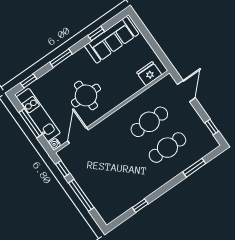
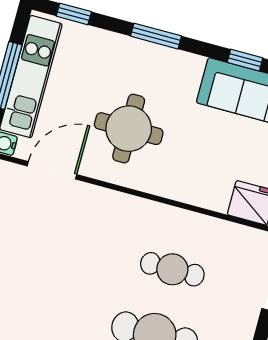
cafe table: (149, 122) -> (172, 269), width x0.73, depth x0.74

